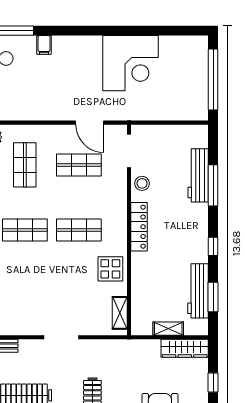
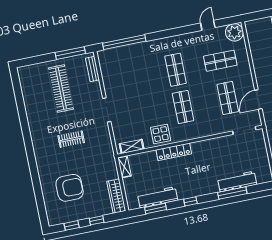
stool: (142, 183) -> (224, 144), removed
locker: (139, 227) -> (174, 152), moved
shelving: (168, 329) -> (124, 167), moved

